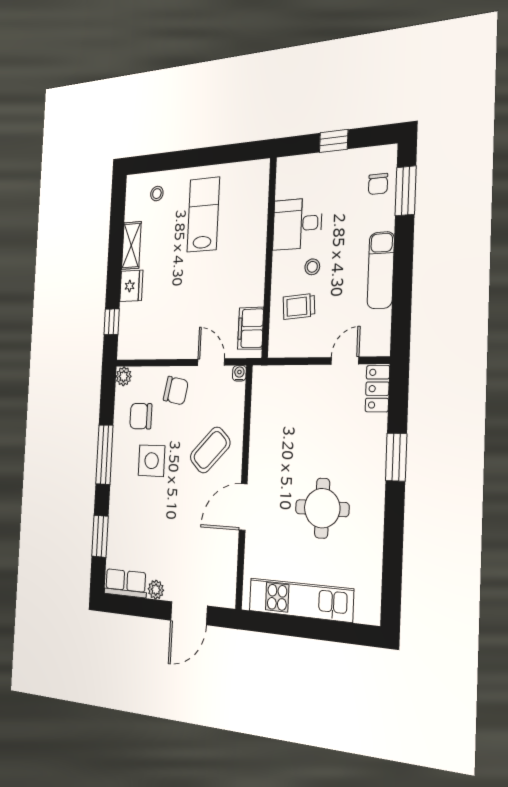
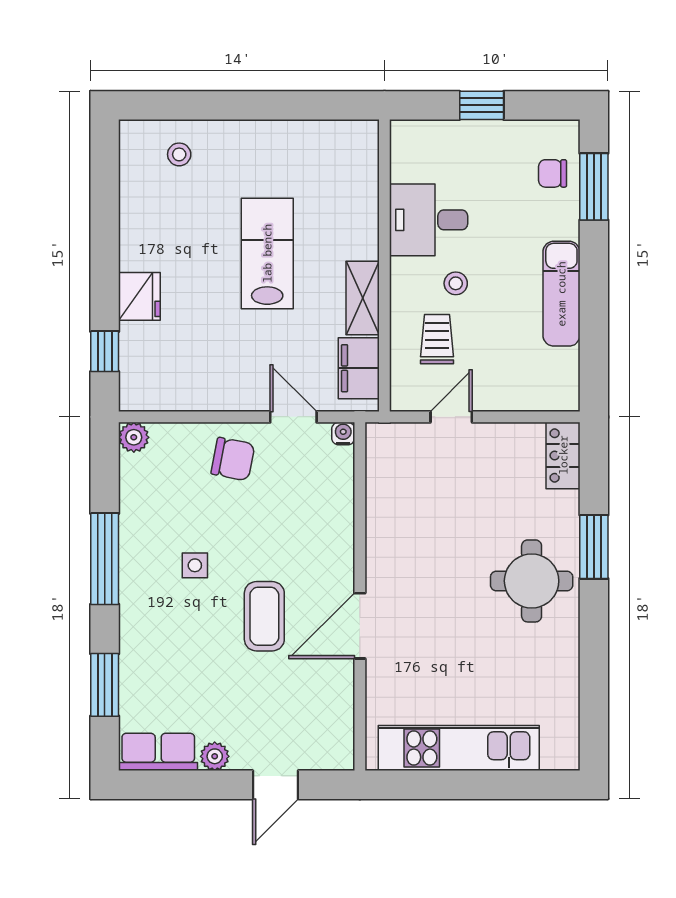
chair: (378, 184) -> (553, 173), turned 90
lab bench: (203, 215) -> (267, 253), moved
shelving: (131, 246) -> (363, 298), moved
trolley: (299, 306) -> (437, 339), turned 94
door: (345, 361) -> (451, 417), moved
chair: (141, 416) -> (170, 498), removed
coffee table: (210, 450) -> (264, 616), moved, turned -44
side table: (152, 461) -> (195, 565), width x0.54, depth x0.54
round table: (322, 508) -> (532, 581), moved
door: (189, 613) -> (275, 785), width x0.73

